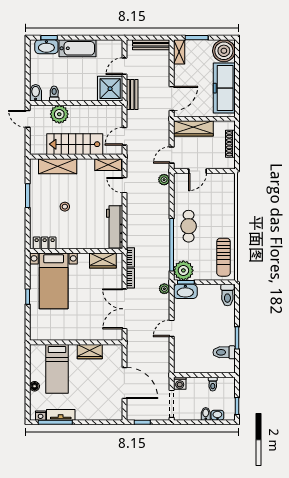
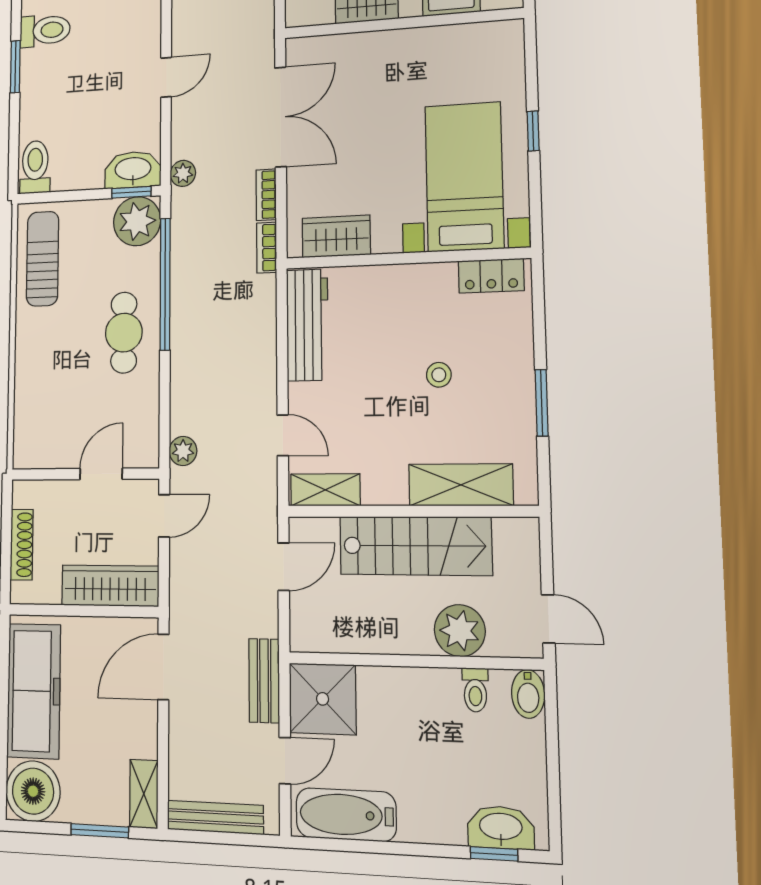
bathtub: (77, 48) -> (346, 815), moved

